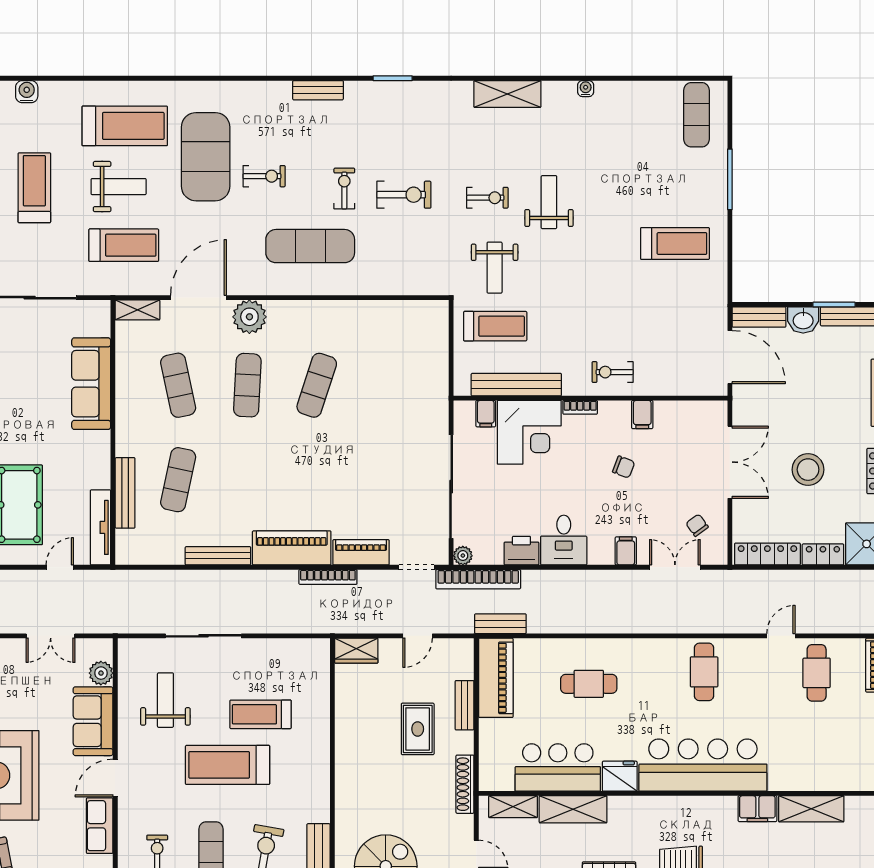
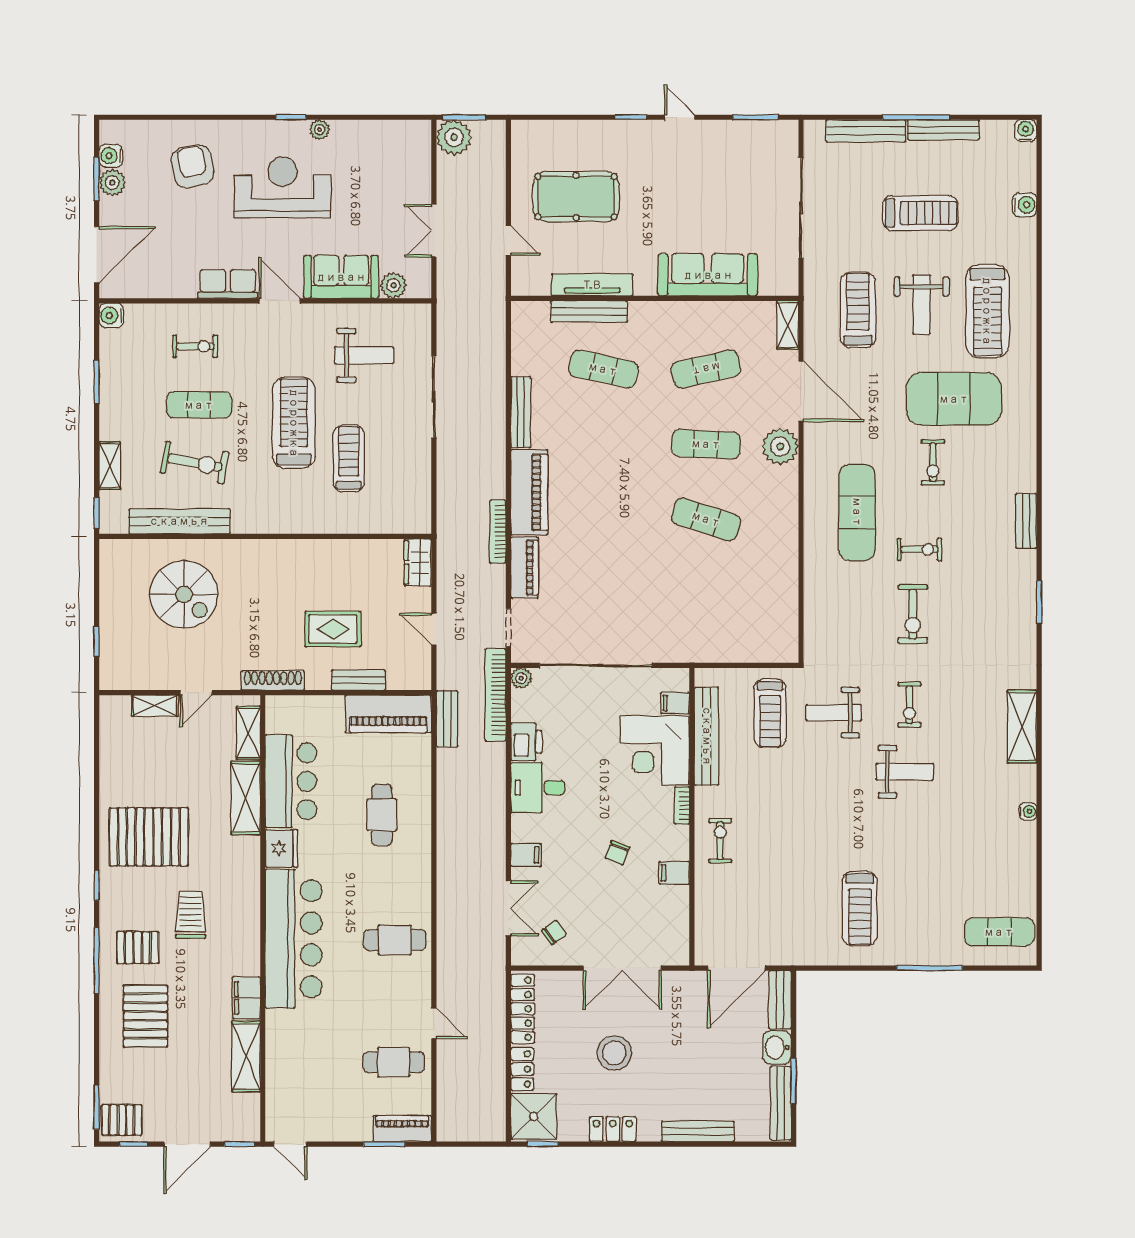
treadmill: (124, 245) -> (858, 310), turned 180
tv unit: (100, 527) -> (592, 285), moved

